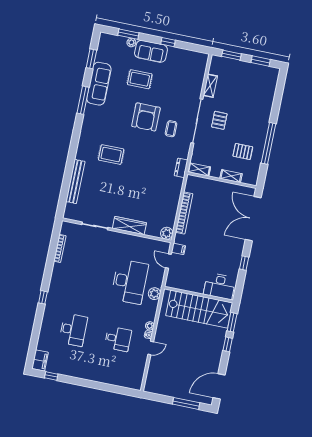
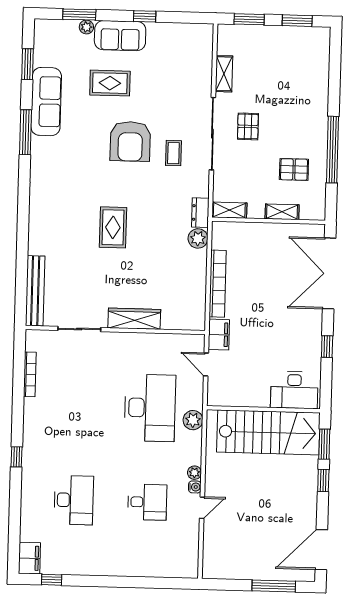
rug: (111, 155) -> (113, 227), moved, turned 90
bench: (75, 181) -> (35, 291), moved
plant: (167, 233) -> (198, 238), moved
filing cabinet: (178, 249) -> (219, 335), width x2.00

